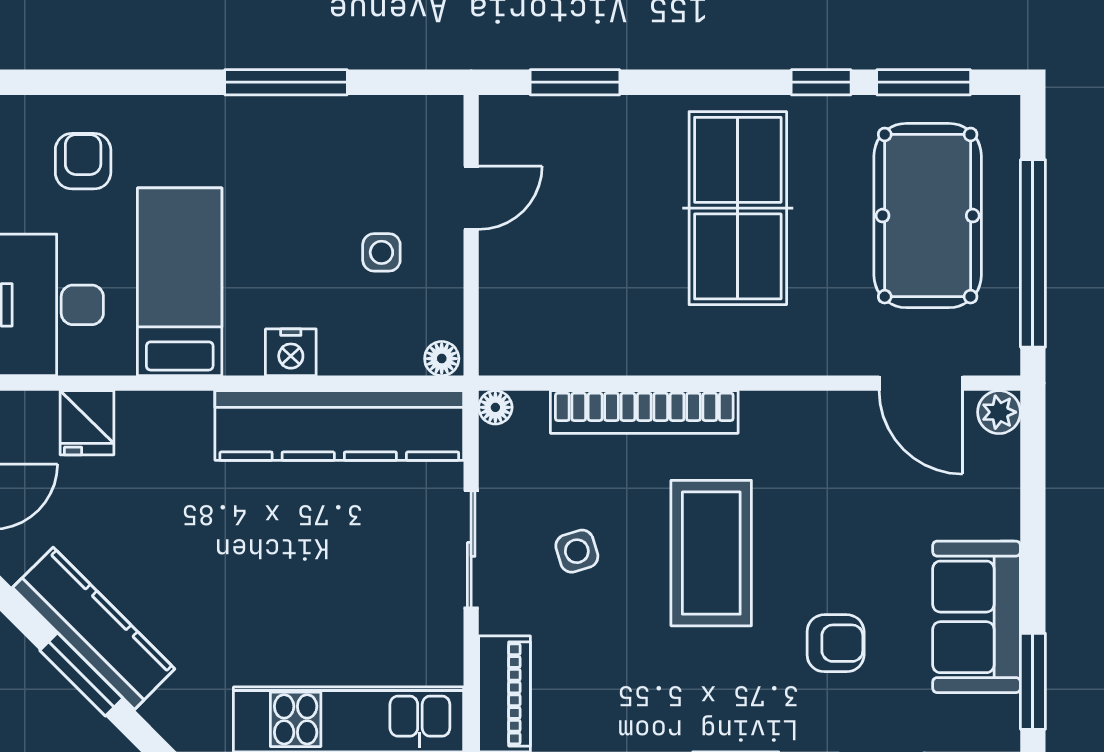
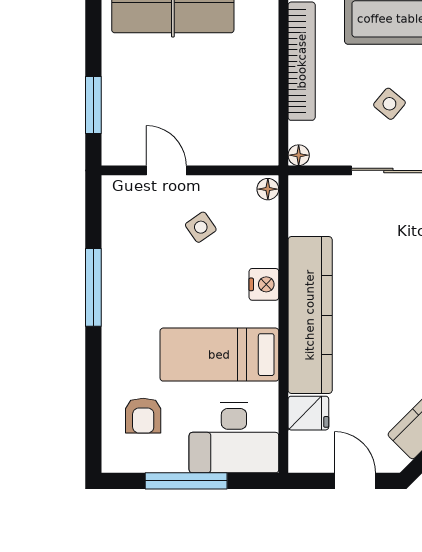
armchair: (83, 161) -> (143, 416), turned -90
side table: (381, 252) -> (201, 227), turned -35
kitchen counter: (339, 426) -> (310, 315), moved
side table: (577, 551) -> (389, 104), turned -33

